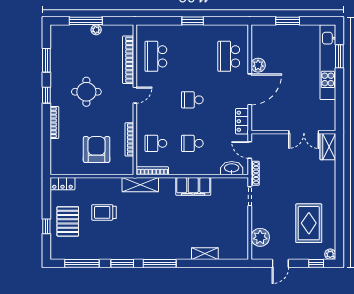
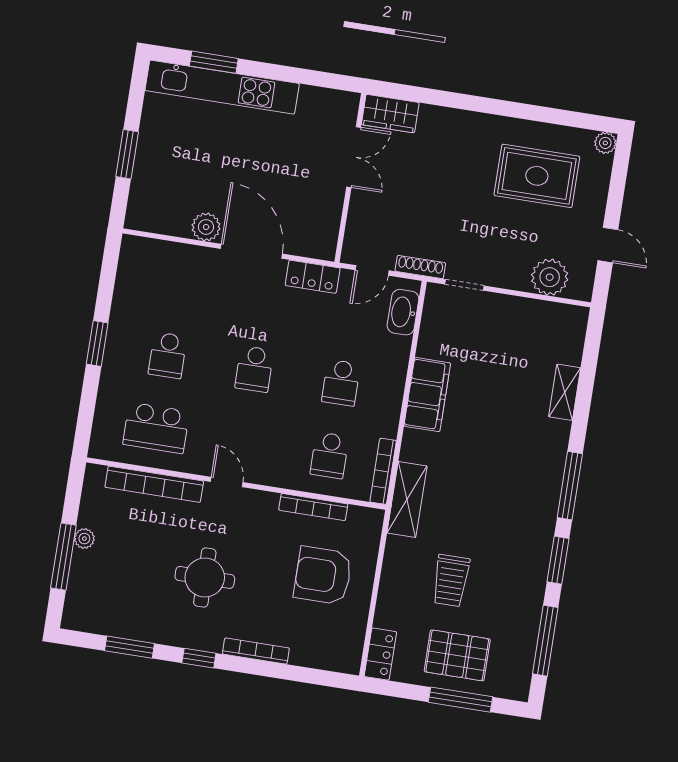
school desk: (229, 56) -> (168, 355), moved, width x0.54
window: (46, 226) -> (460, 700), width x2.17
window: (316, 263) -> (619, 174), removed

